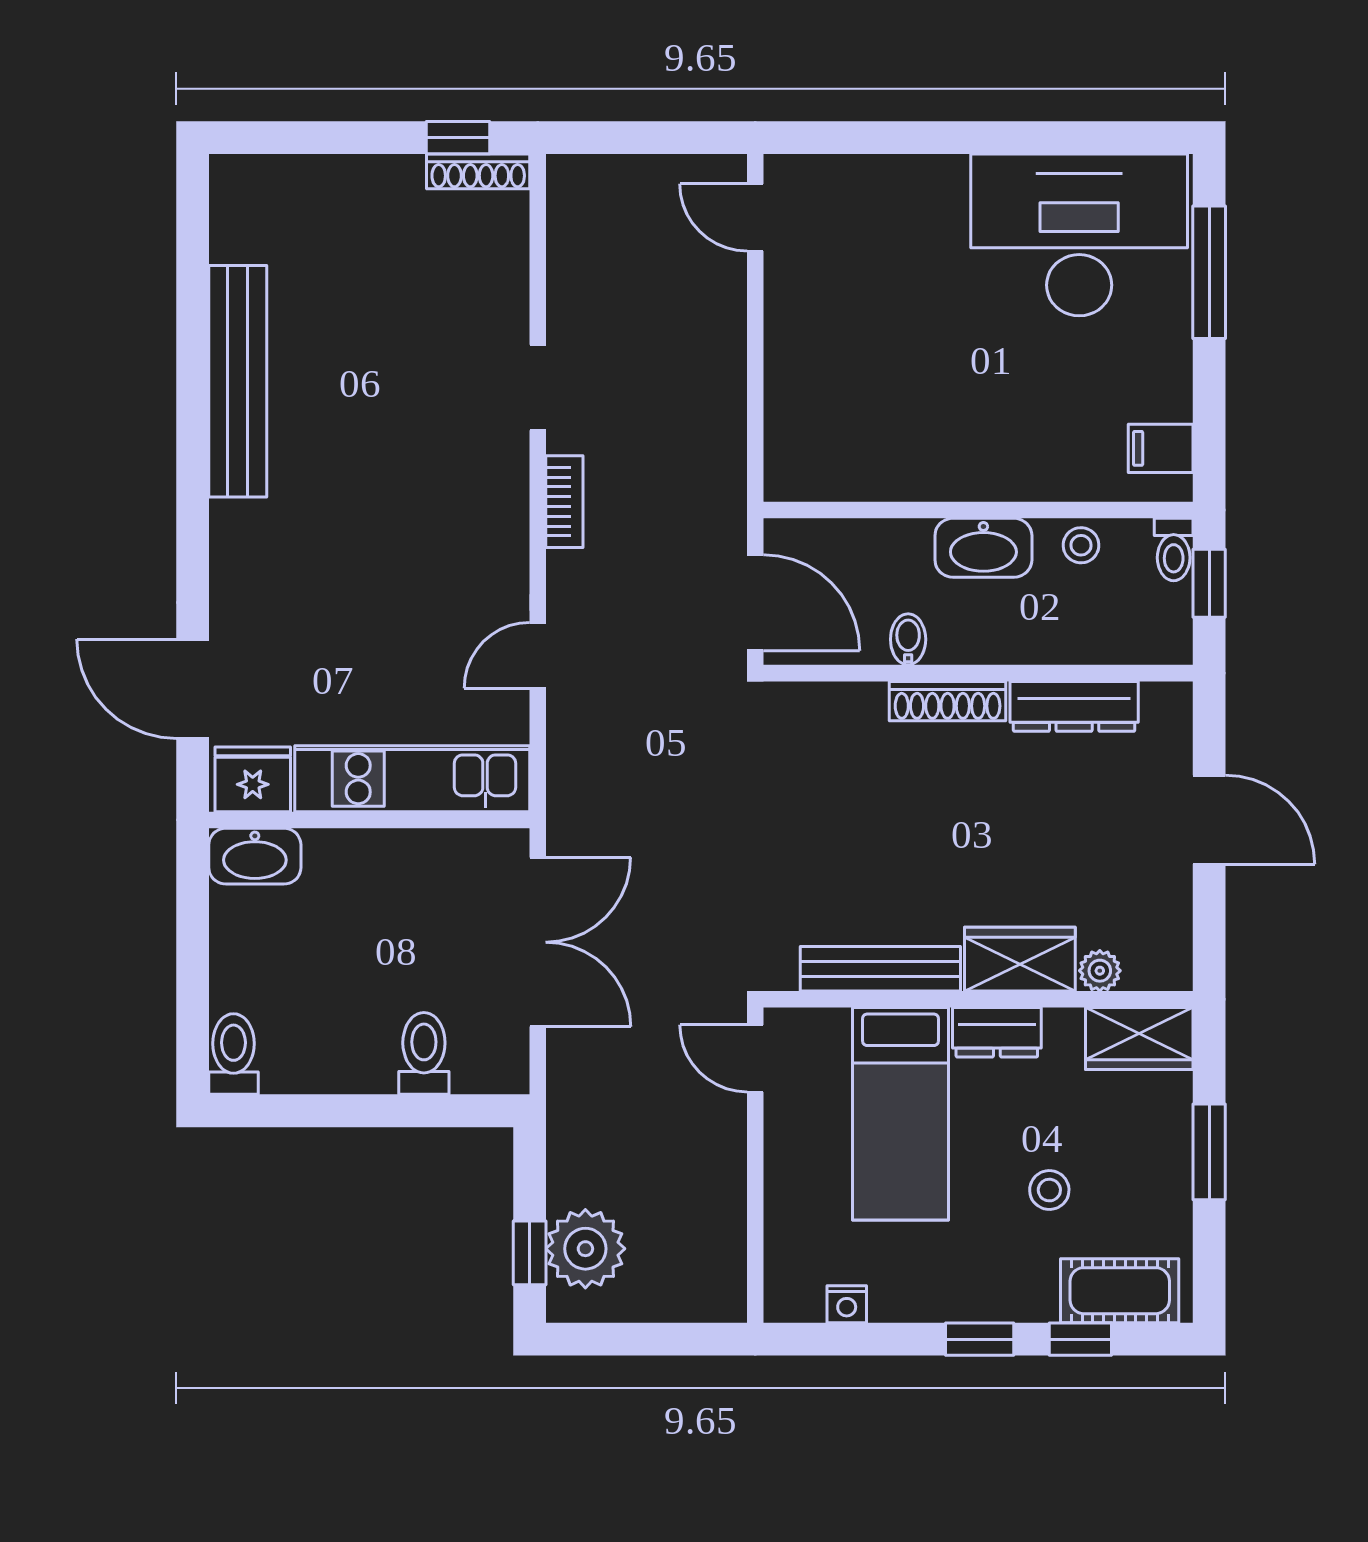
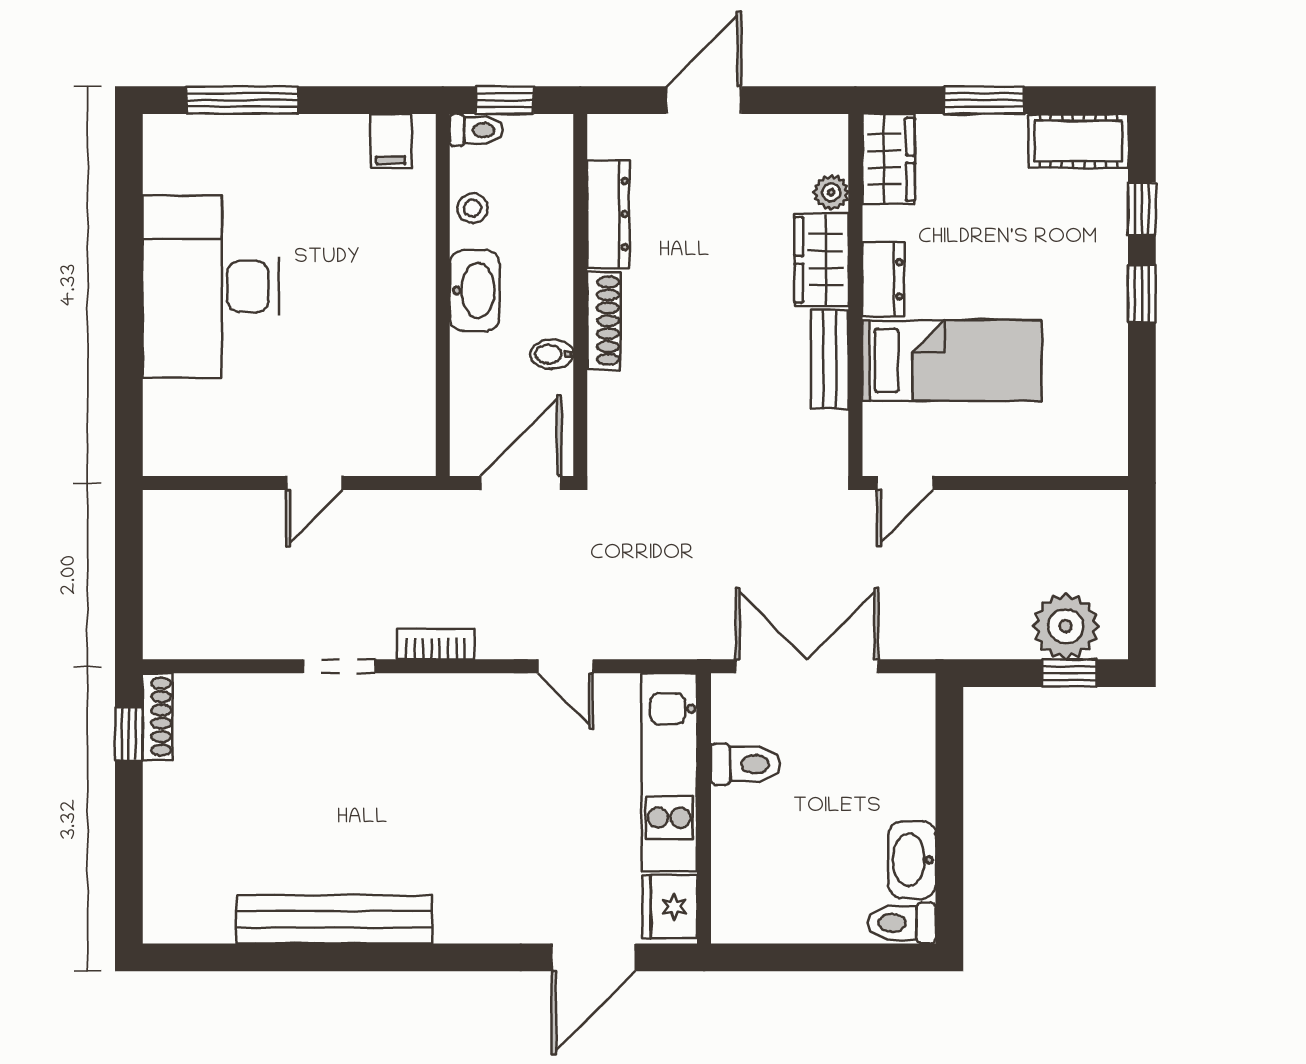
door: (755, 217) -> (314, 483), moved
desk: (1079, 235) -> (211, 287), moved
washbasin: (255, 856) -> (912, 860), moved, turned 180
bench: (880, 969) -> (830, 359), width x0.73
toilet: (424, 1053) -> (746, 764), moved, turned 180
stool: (1049, 1190) -> (1016, 235), removed
cot: (1120, 1291) -> (1078, 141), moved, turned 90
nightstand: (847, 1304) -> (1112, 406), removed

